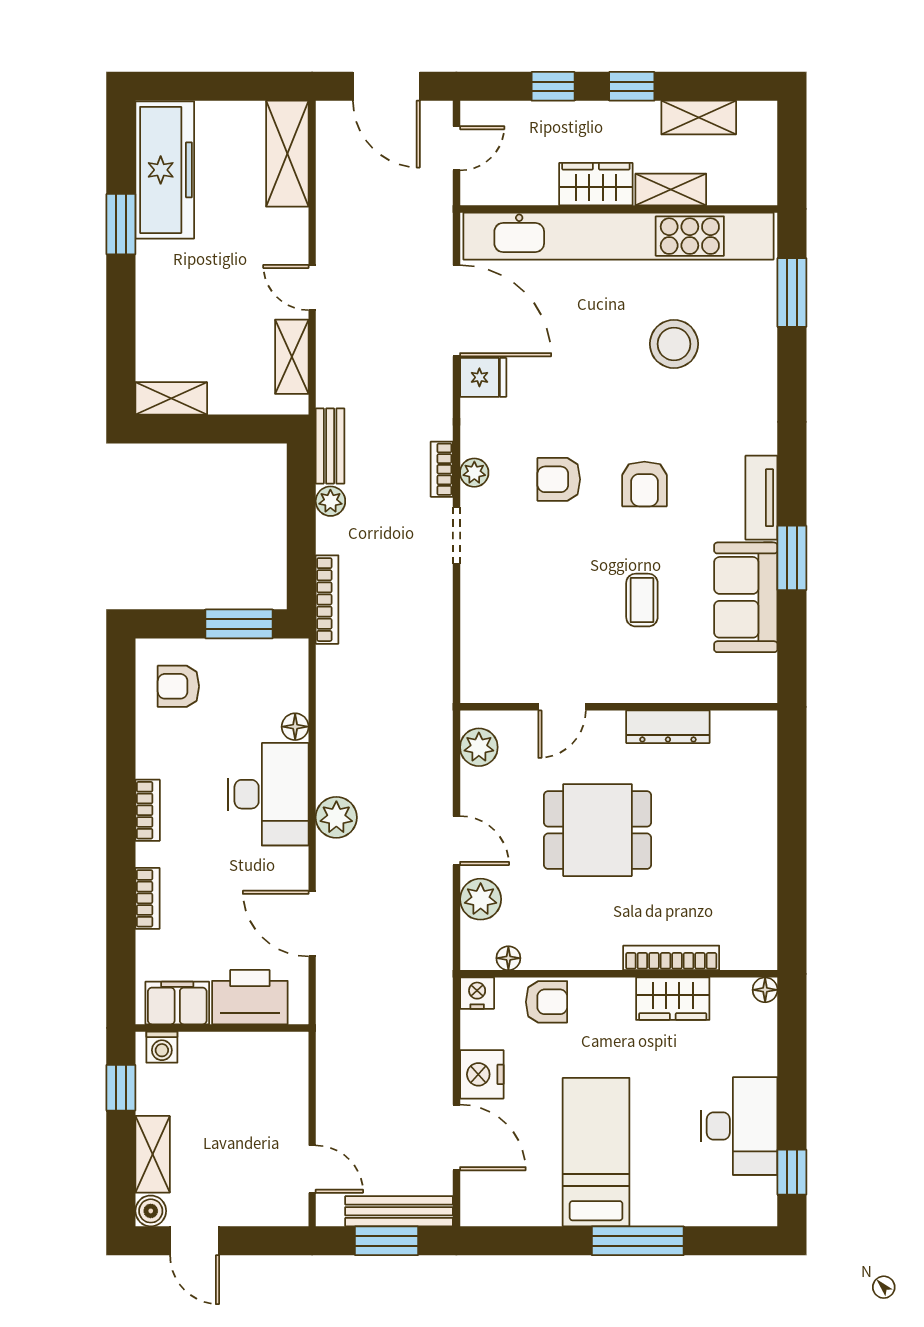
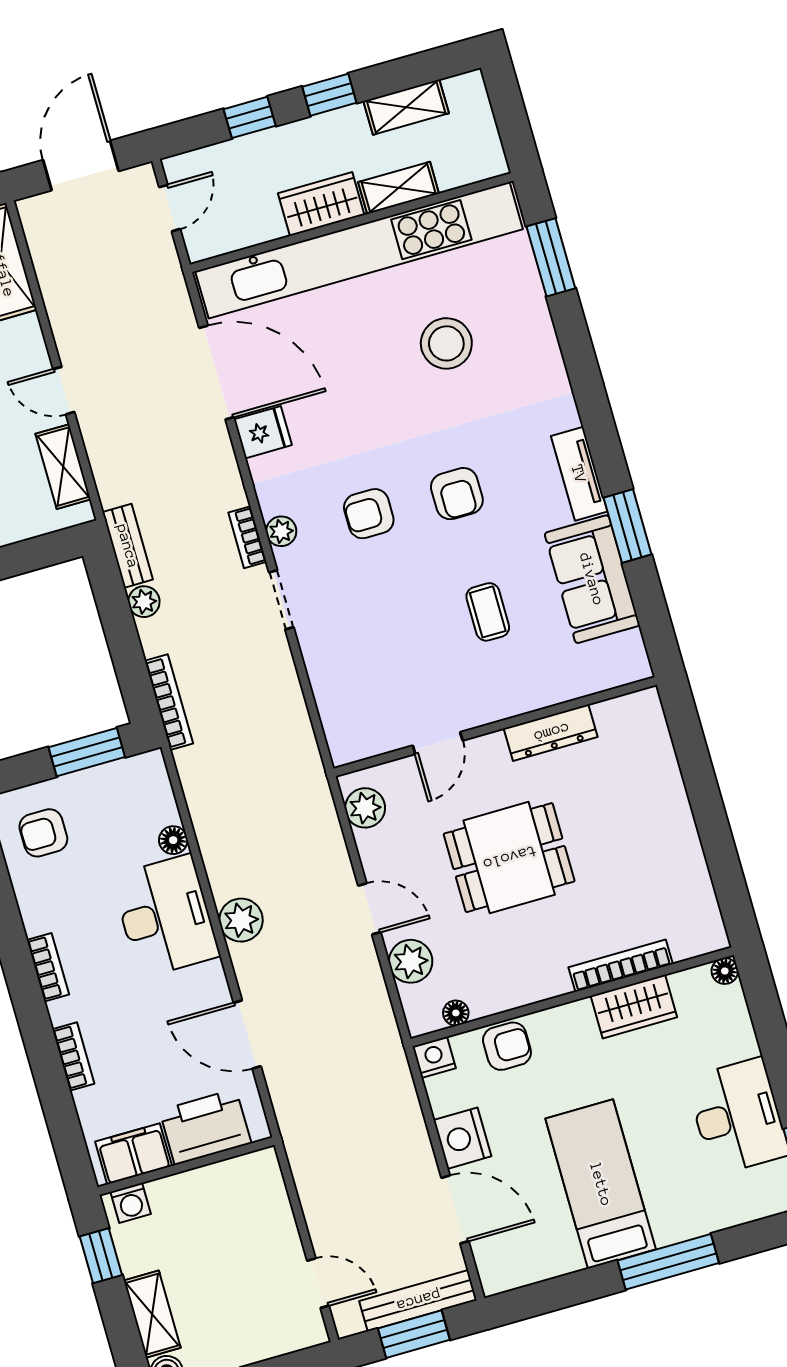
door: (386, 86) -> (81, 166), swing flipped

